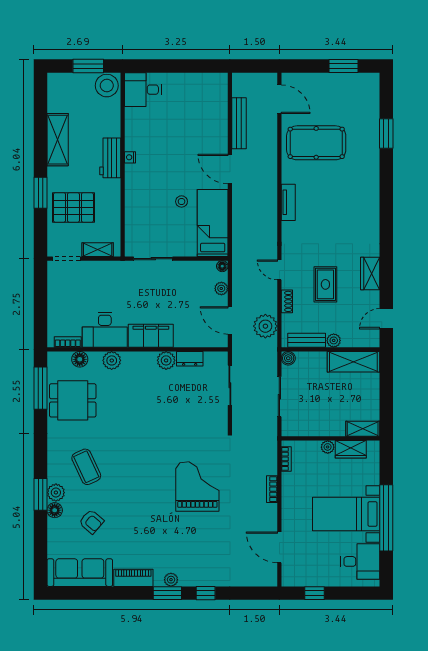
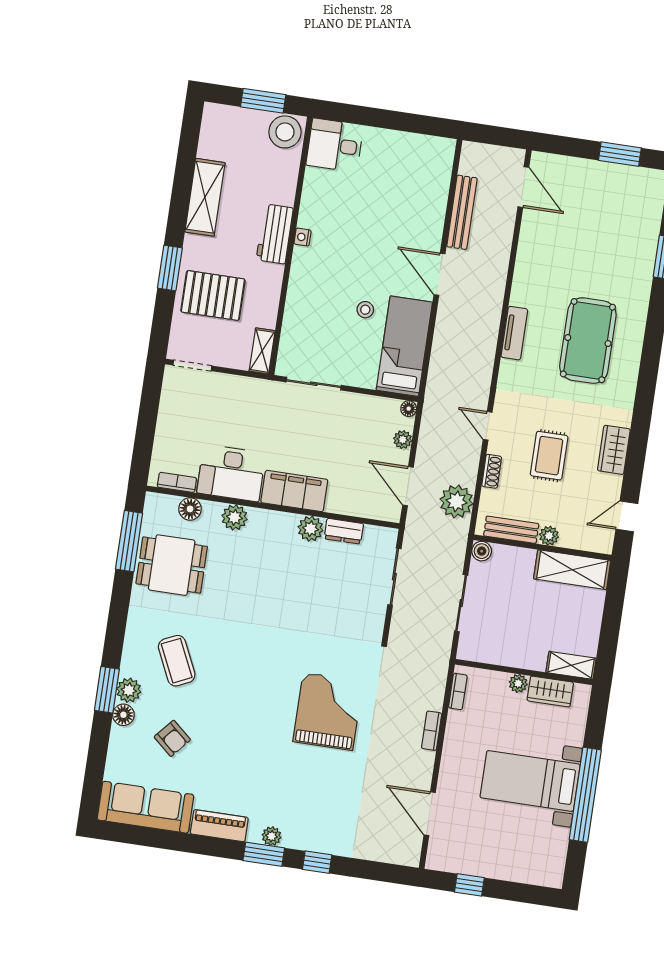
pool table: (316, 143) -> (588, 341), moved, turned 90
shelving: (98, 250) -> (262, 351), moved, turned 90
desk: (360, 561) -> (540, 850), removed

